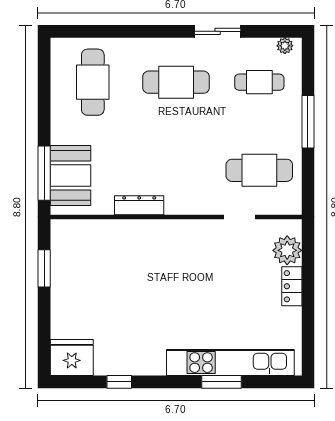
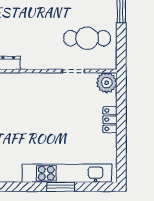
plant: (287, 250) -> (107, 83), moved

